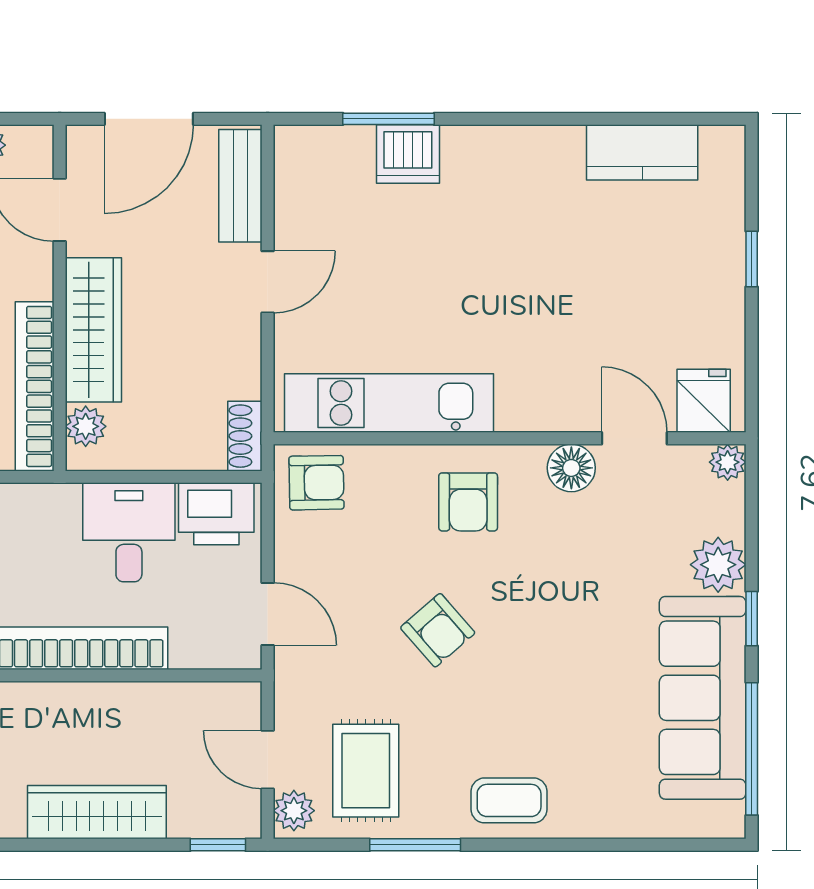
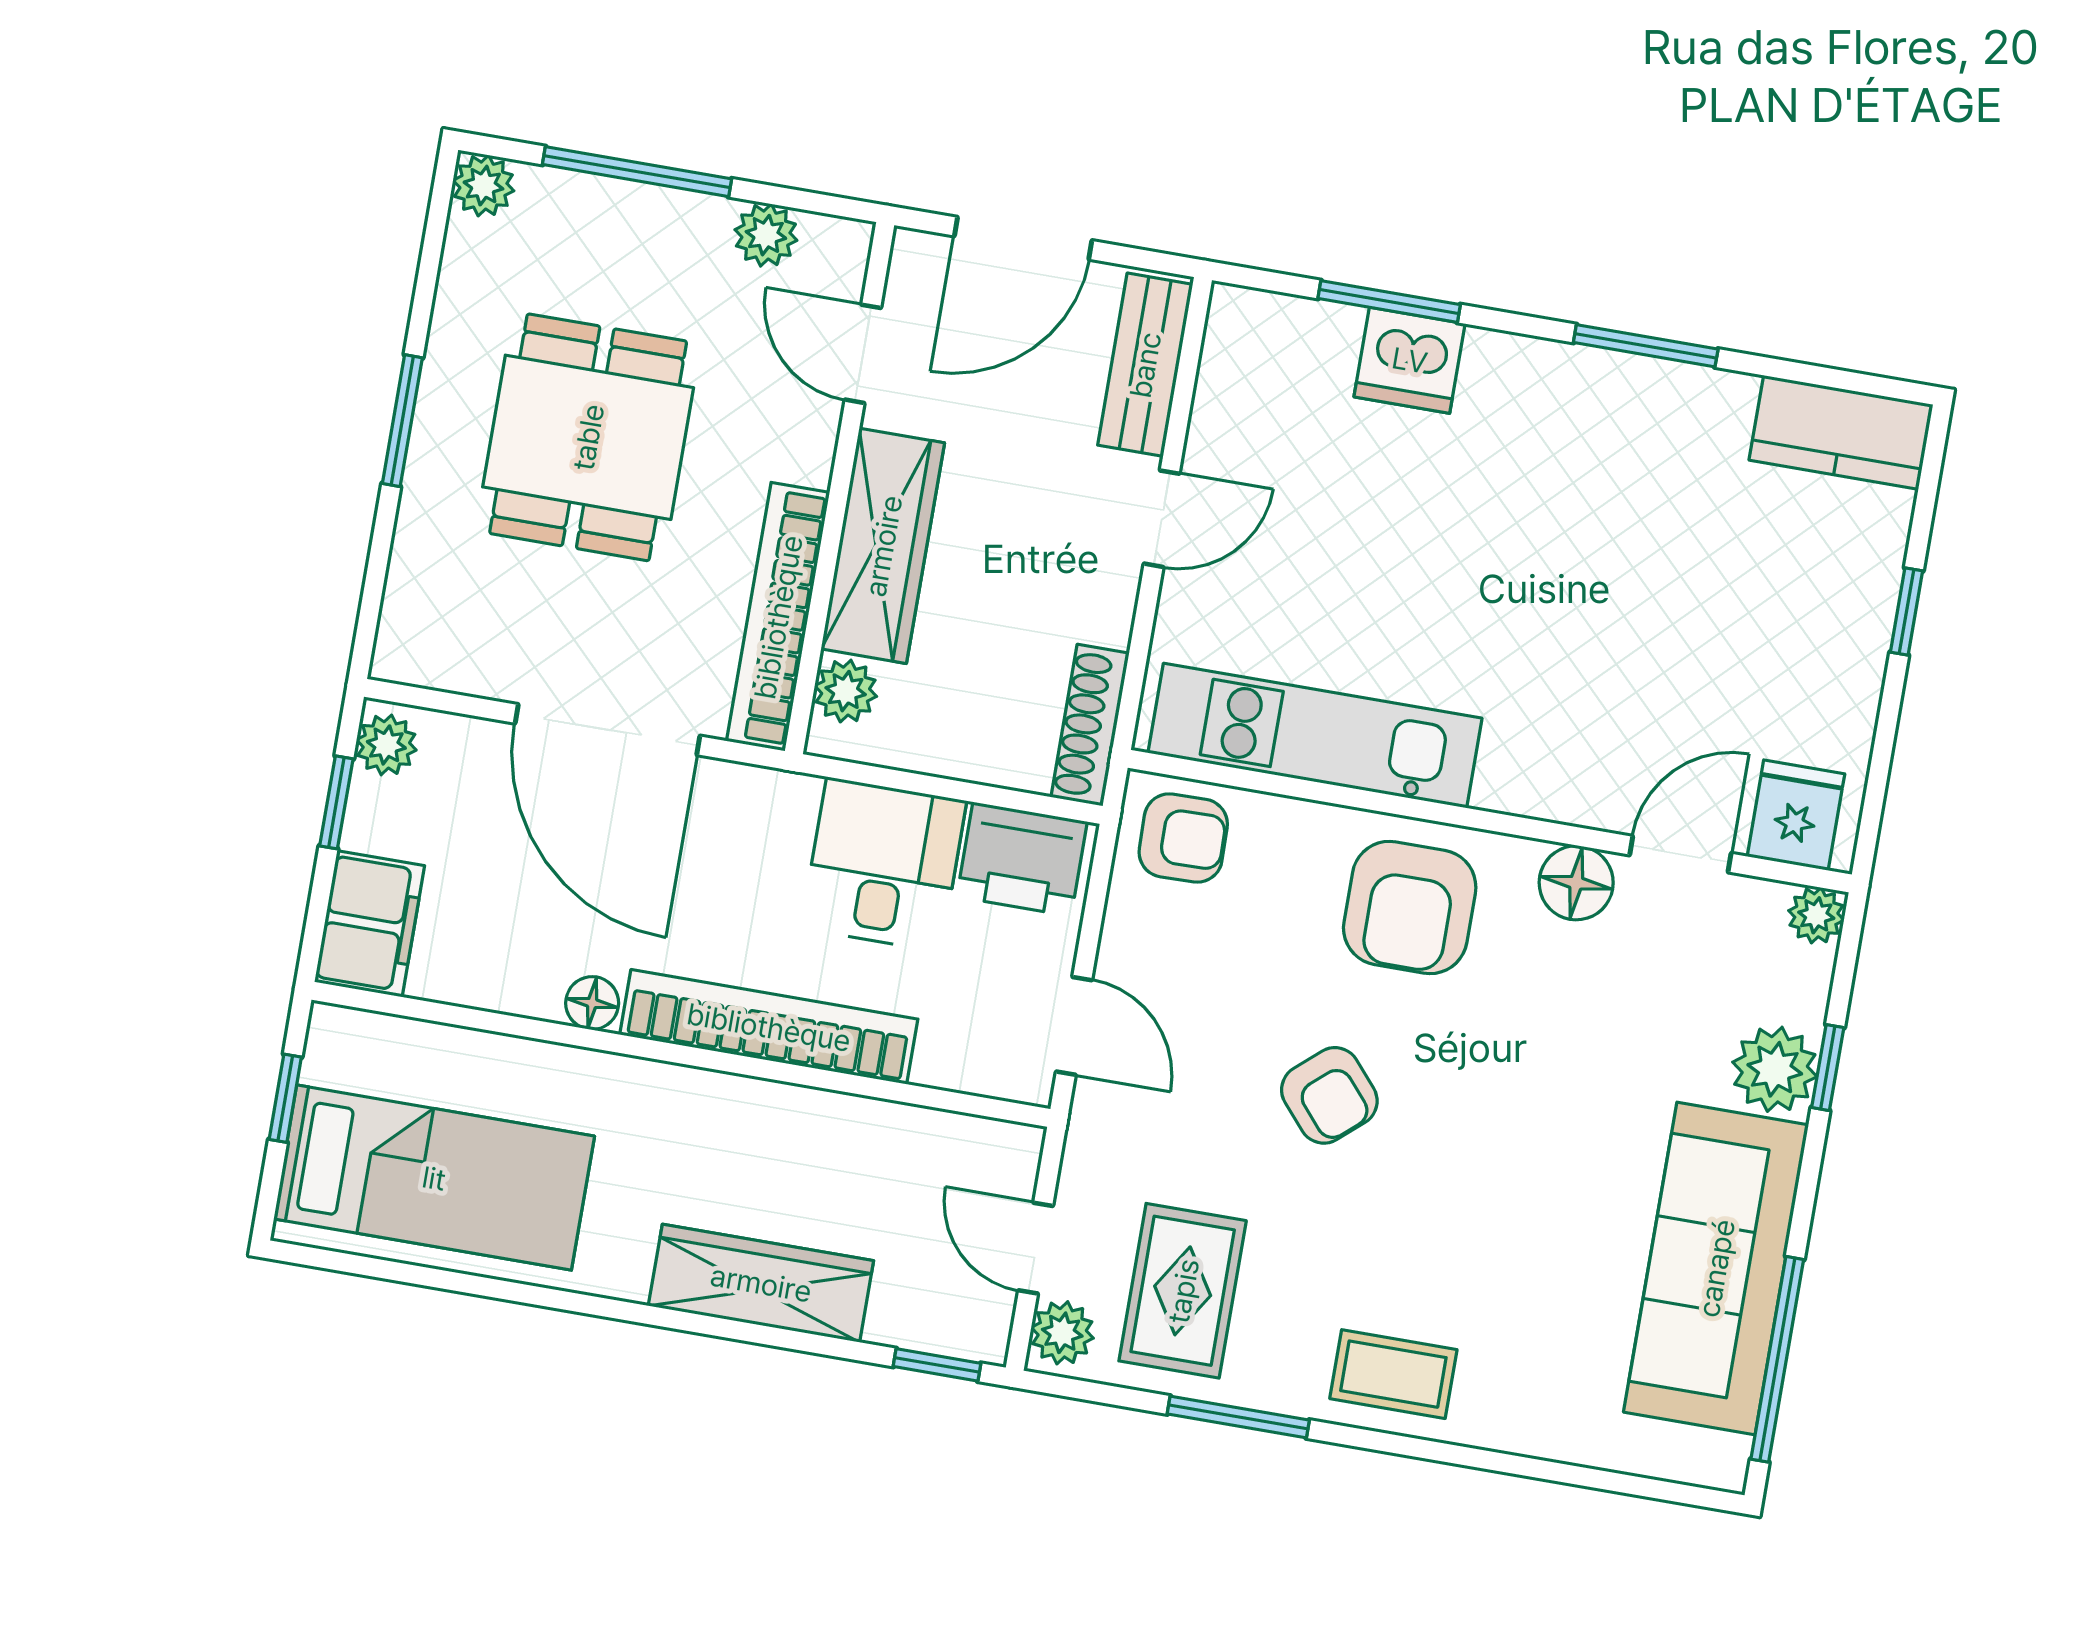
window: (557, 119) -> (1646, 346), added
kitchen counter: (642, 152) -> (1841, 432), moved
shoe rack: (245, 436) -> (1090, 725), width x1.43
door: (634, 438) -> (1680, 854), hinge flipped
armchair: (468, 502) -> (1410, 907), width x1.38, depth x1.38
window: (752, 619) -> (1828, 1068), moved

